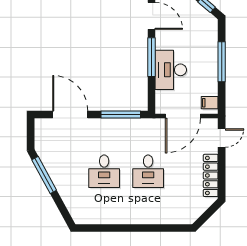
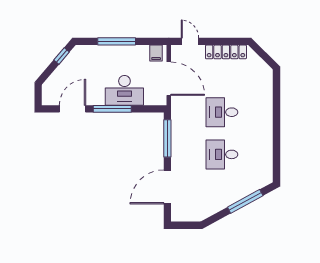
desk: (104, 171) -> (222, 154), turned 180
desk: (148, 171) -> (222, 112), turned 180
window: (44, 175) -> (245, 201), moved

